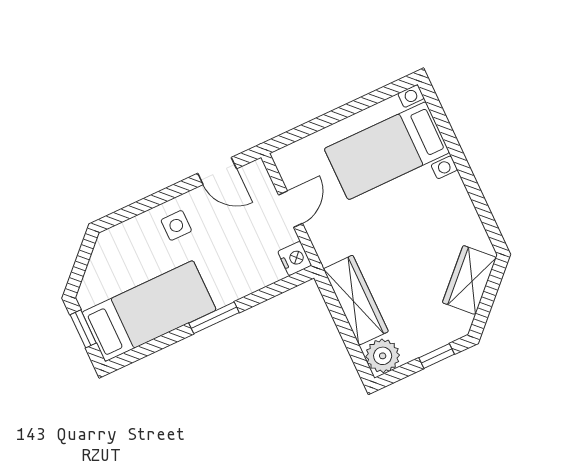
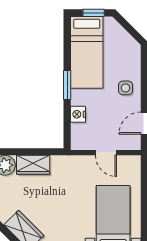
nightstand: (295, 258) -> (78, 114), moved, turned 90
wardrobe: (356, 300) -> (33, 165), width x0.67

